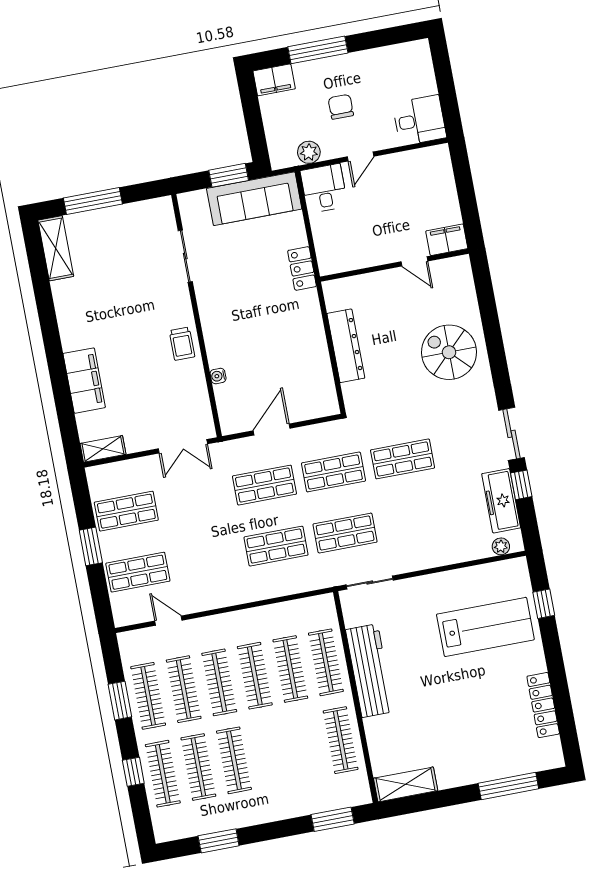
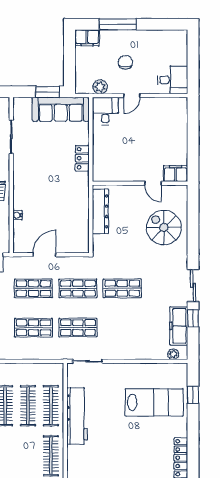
filing cabinet: (447, 240) -> (176, 174), moved
door: (414, 261) -> (153, 183), moved
wall: (394, 265) -> (140, 183), moved

